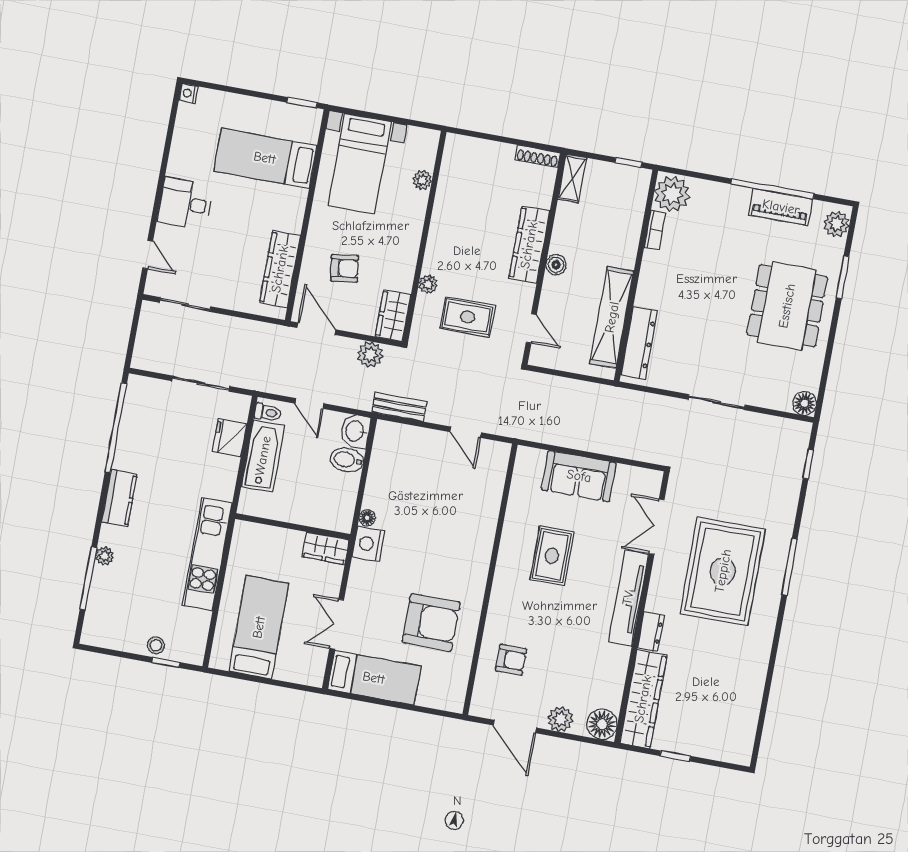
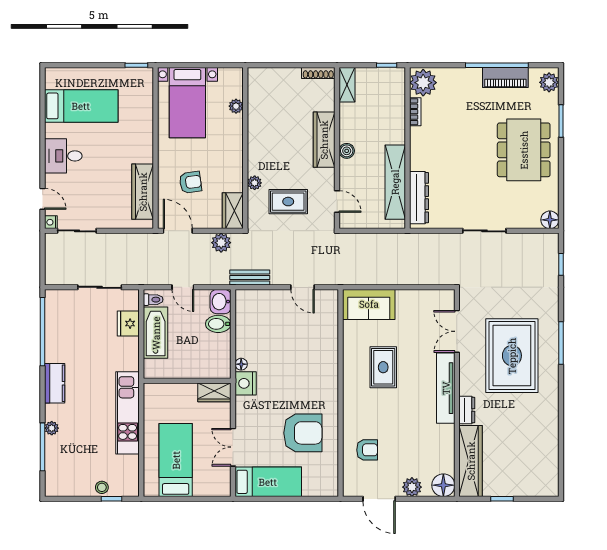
nightstand: (188, 93) -> (51, 222), moved
bed: (265, 158) -> (81, 106), moved, turned 180
sofa: (579, 476) -> (369, 304), moved

